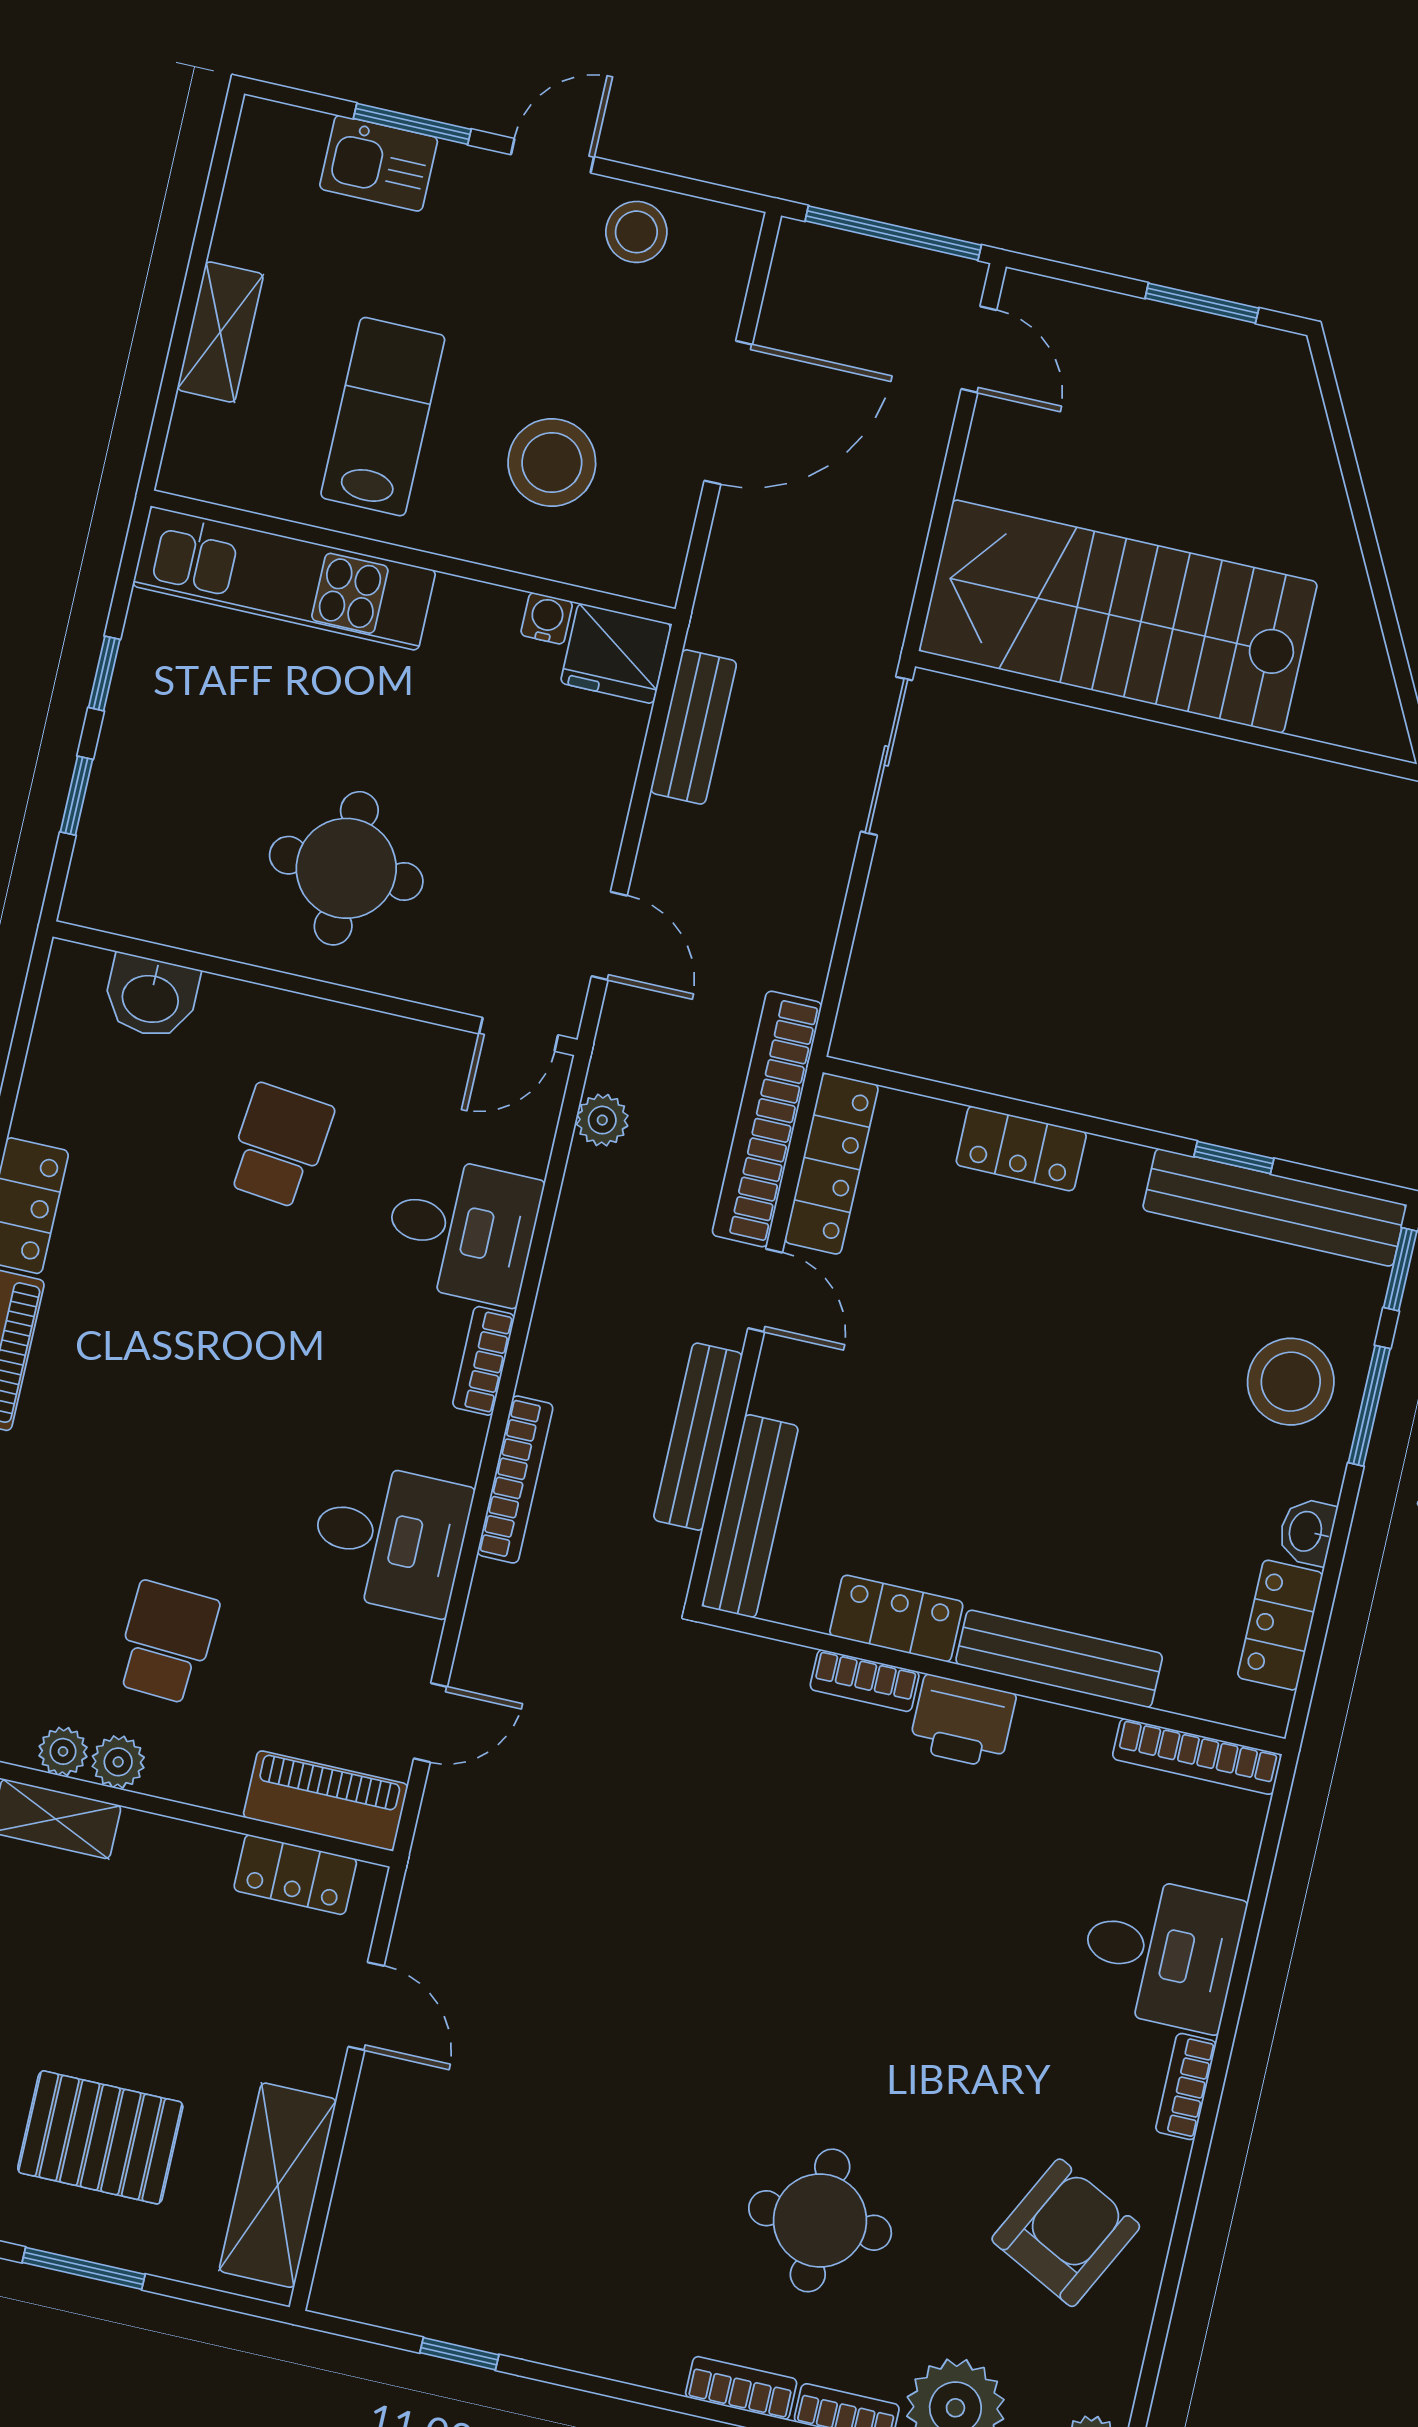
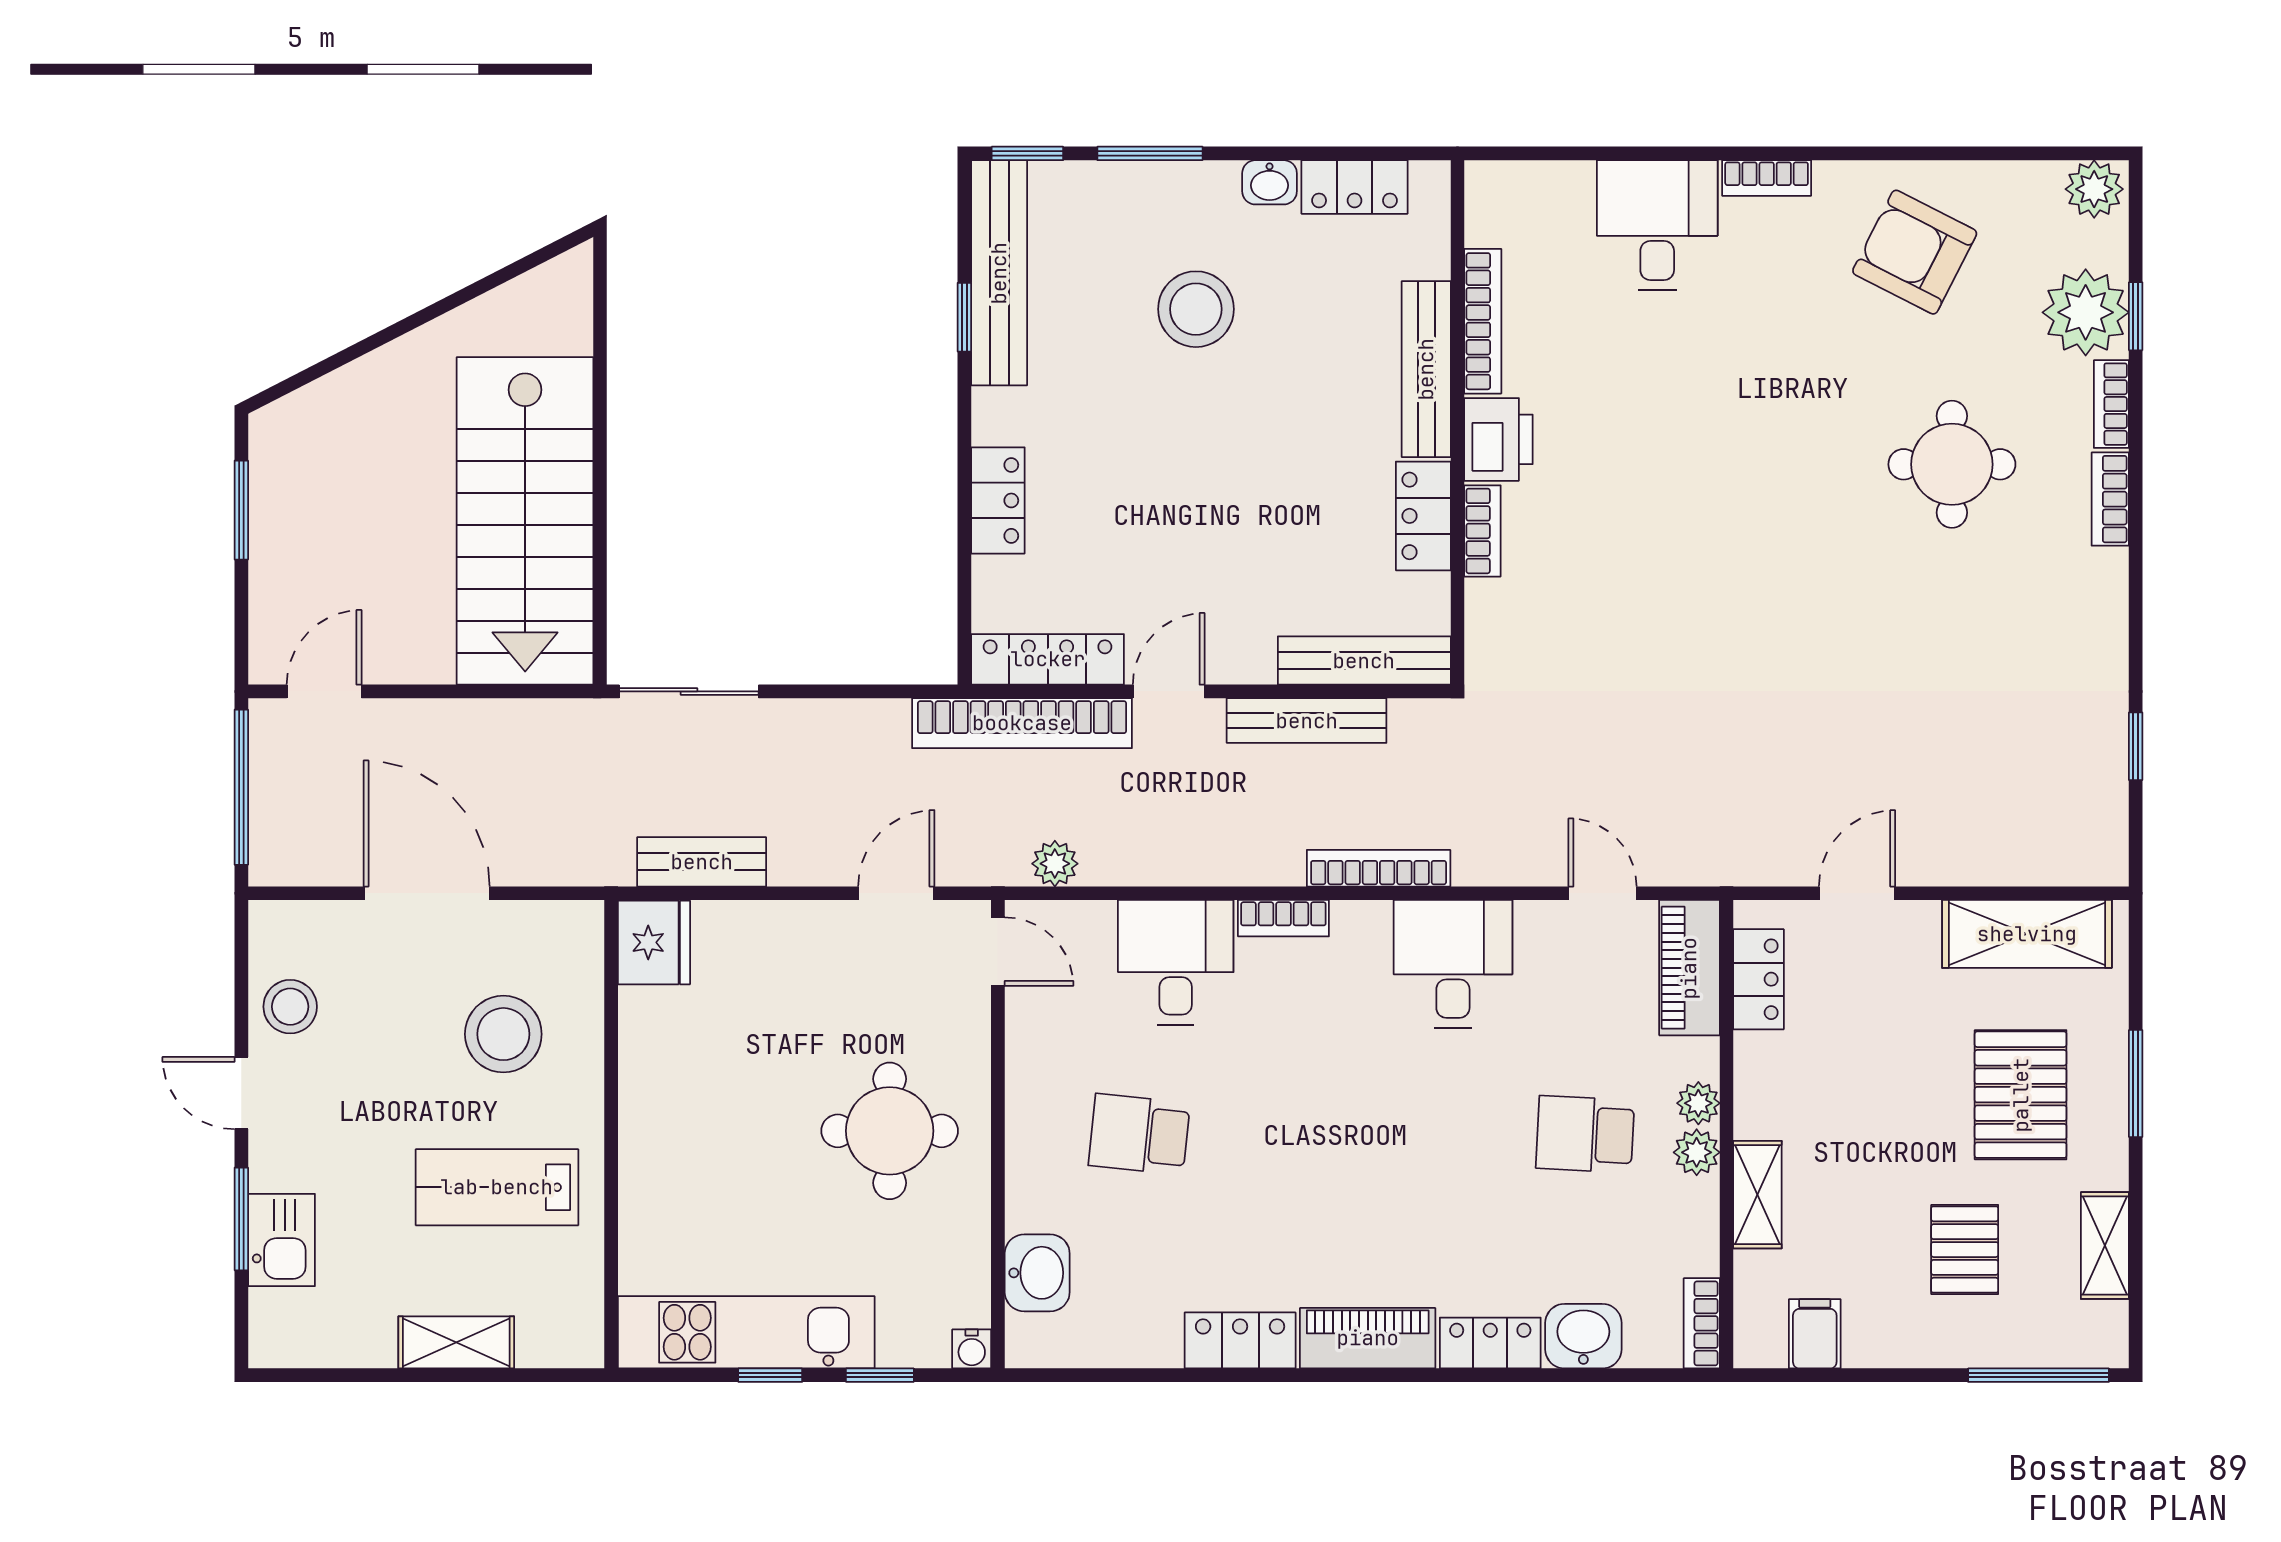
kitchen unit: (284, 578) -> (746, 1332), moved, turned -90
water cooler: (547, 618) -> (972, 1349), moved, turned -90
stool: (1291, 1382) -> (1196, 309), moved
plant: (63, 1751) -> (1698, 1103), moved
bookcase: (1197, 1756) -> (1483, 321), moved

